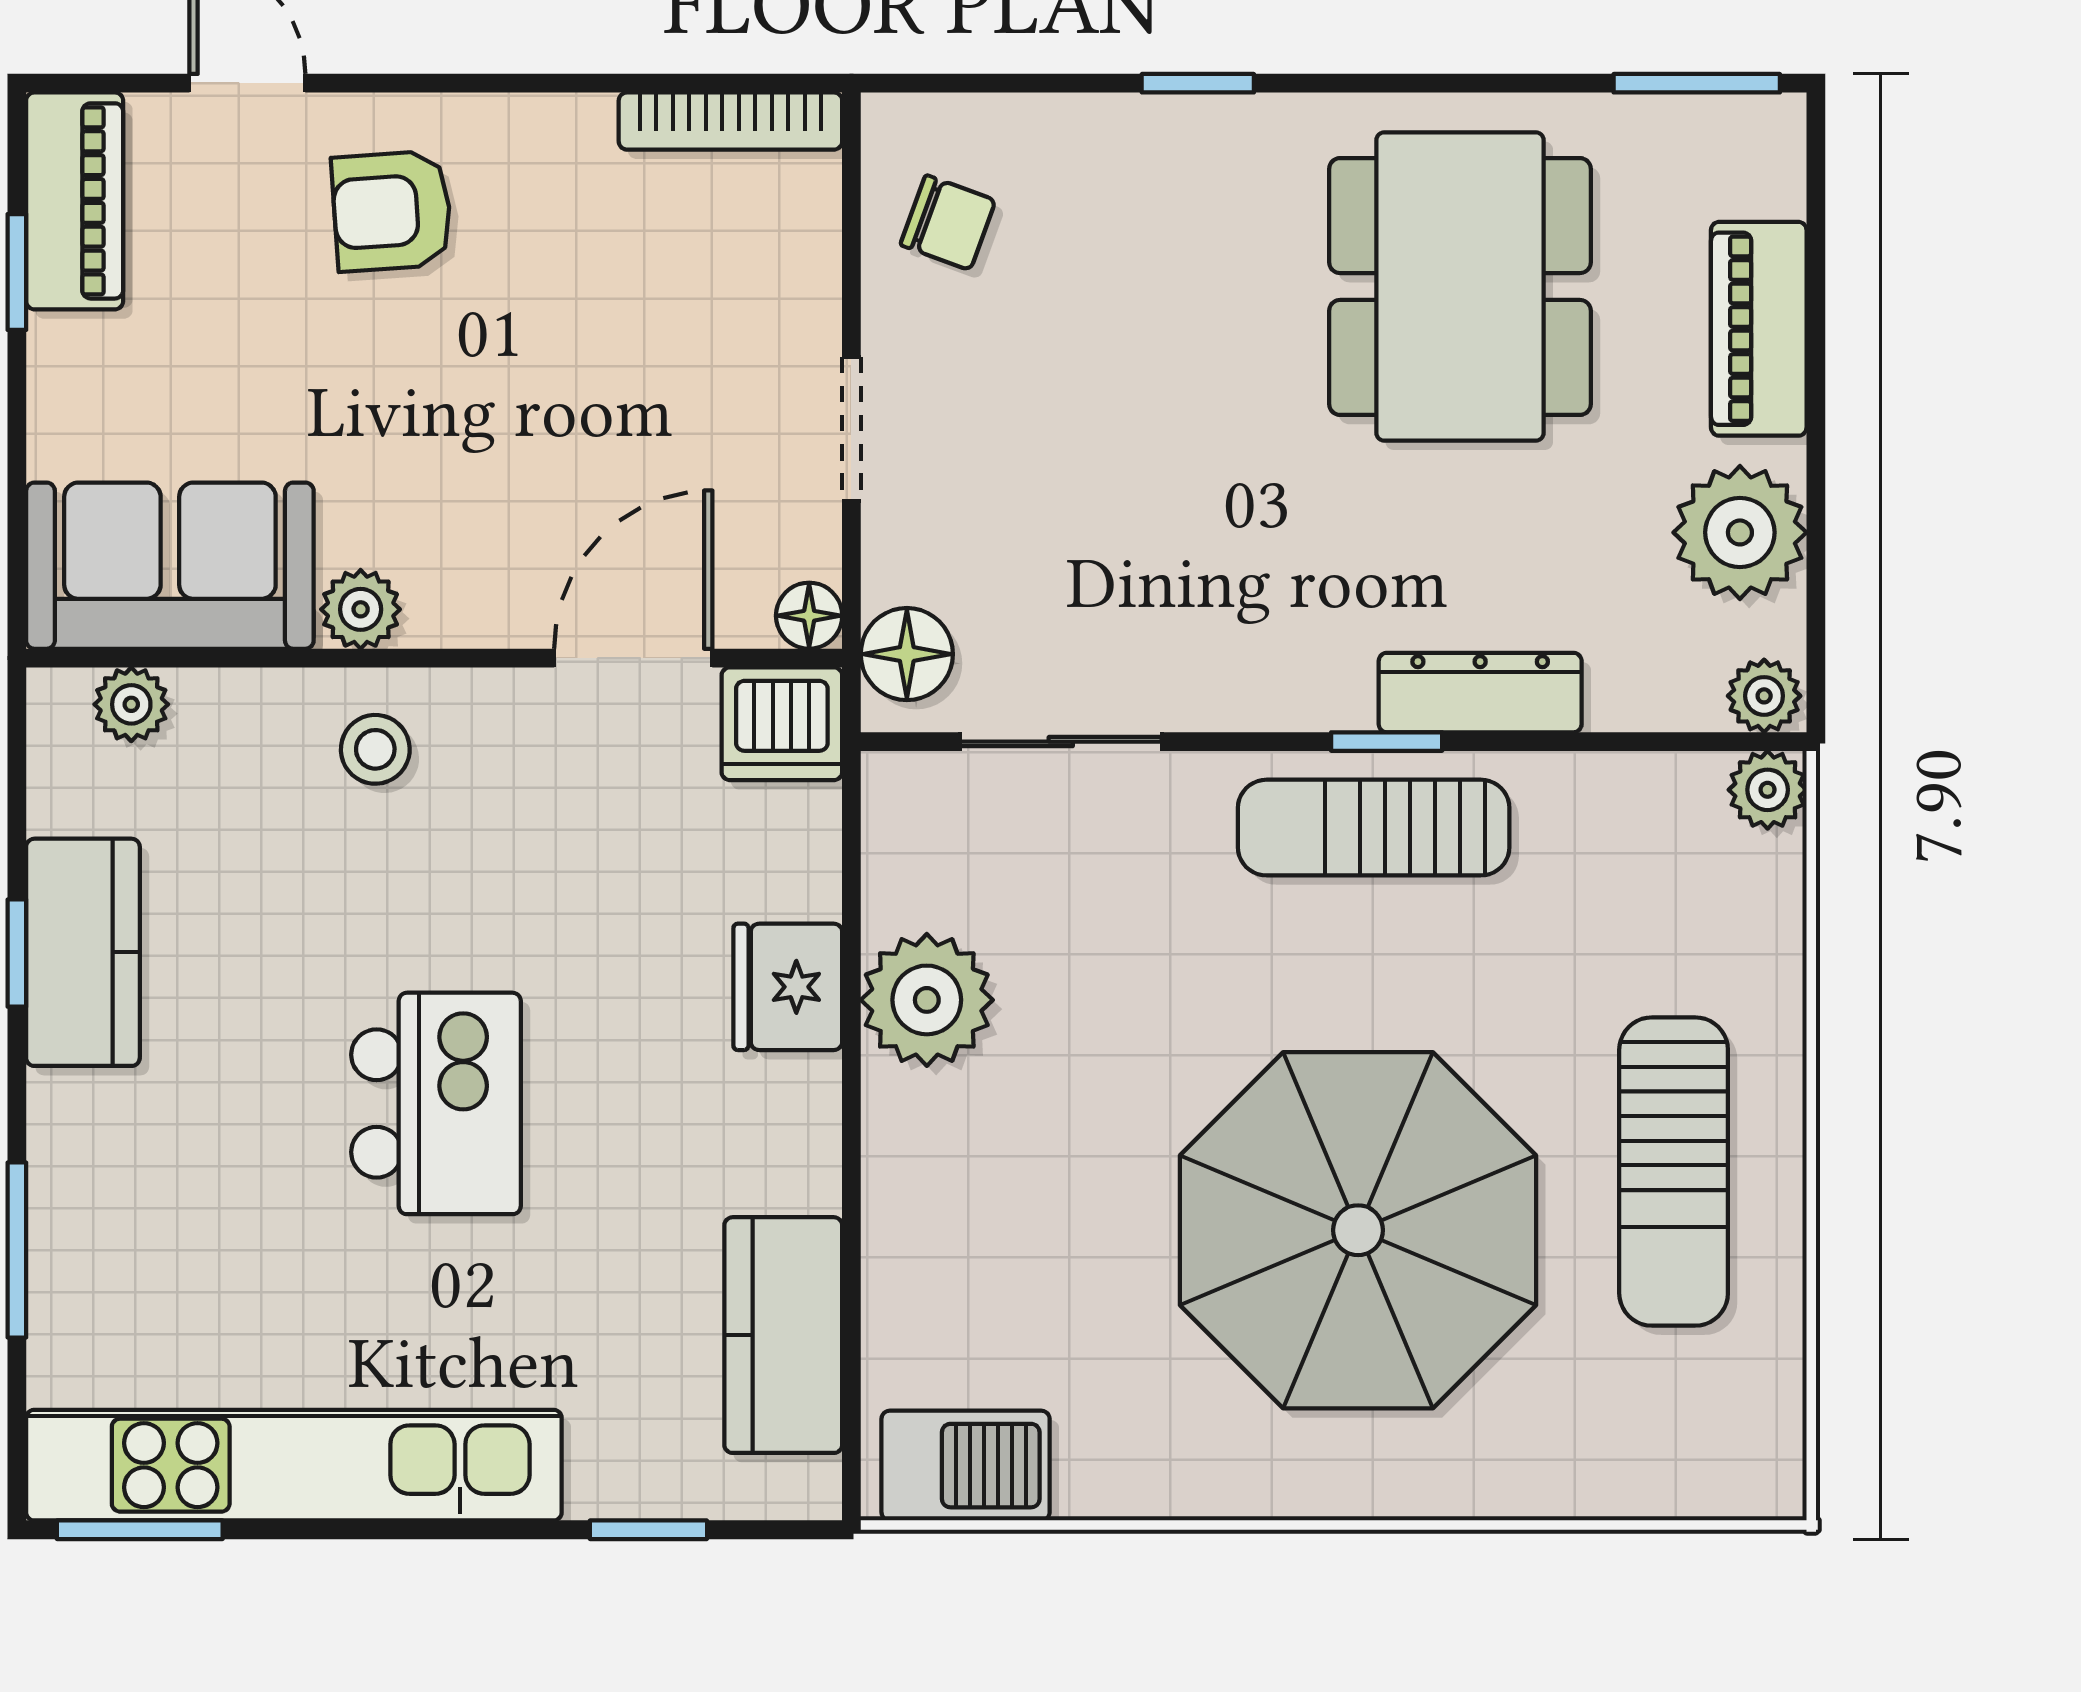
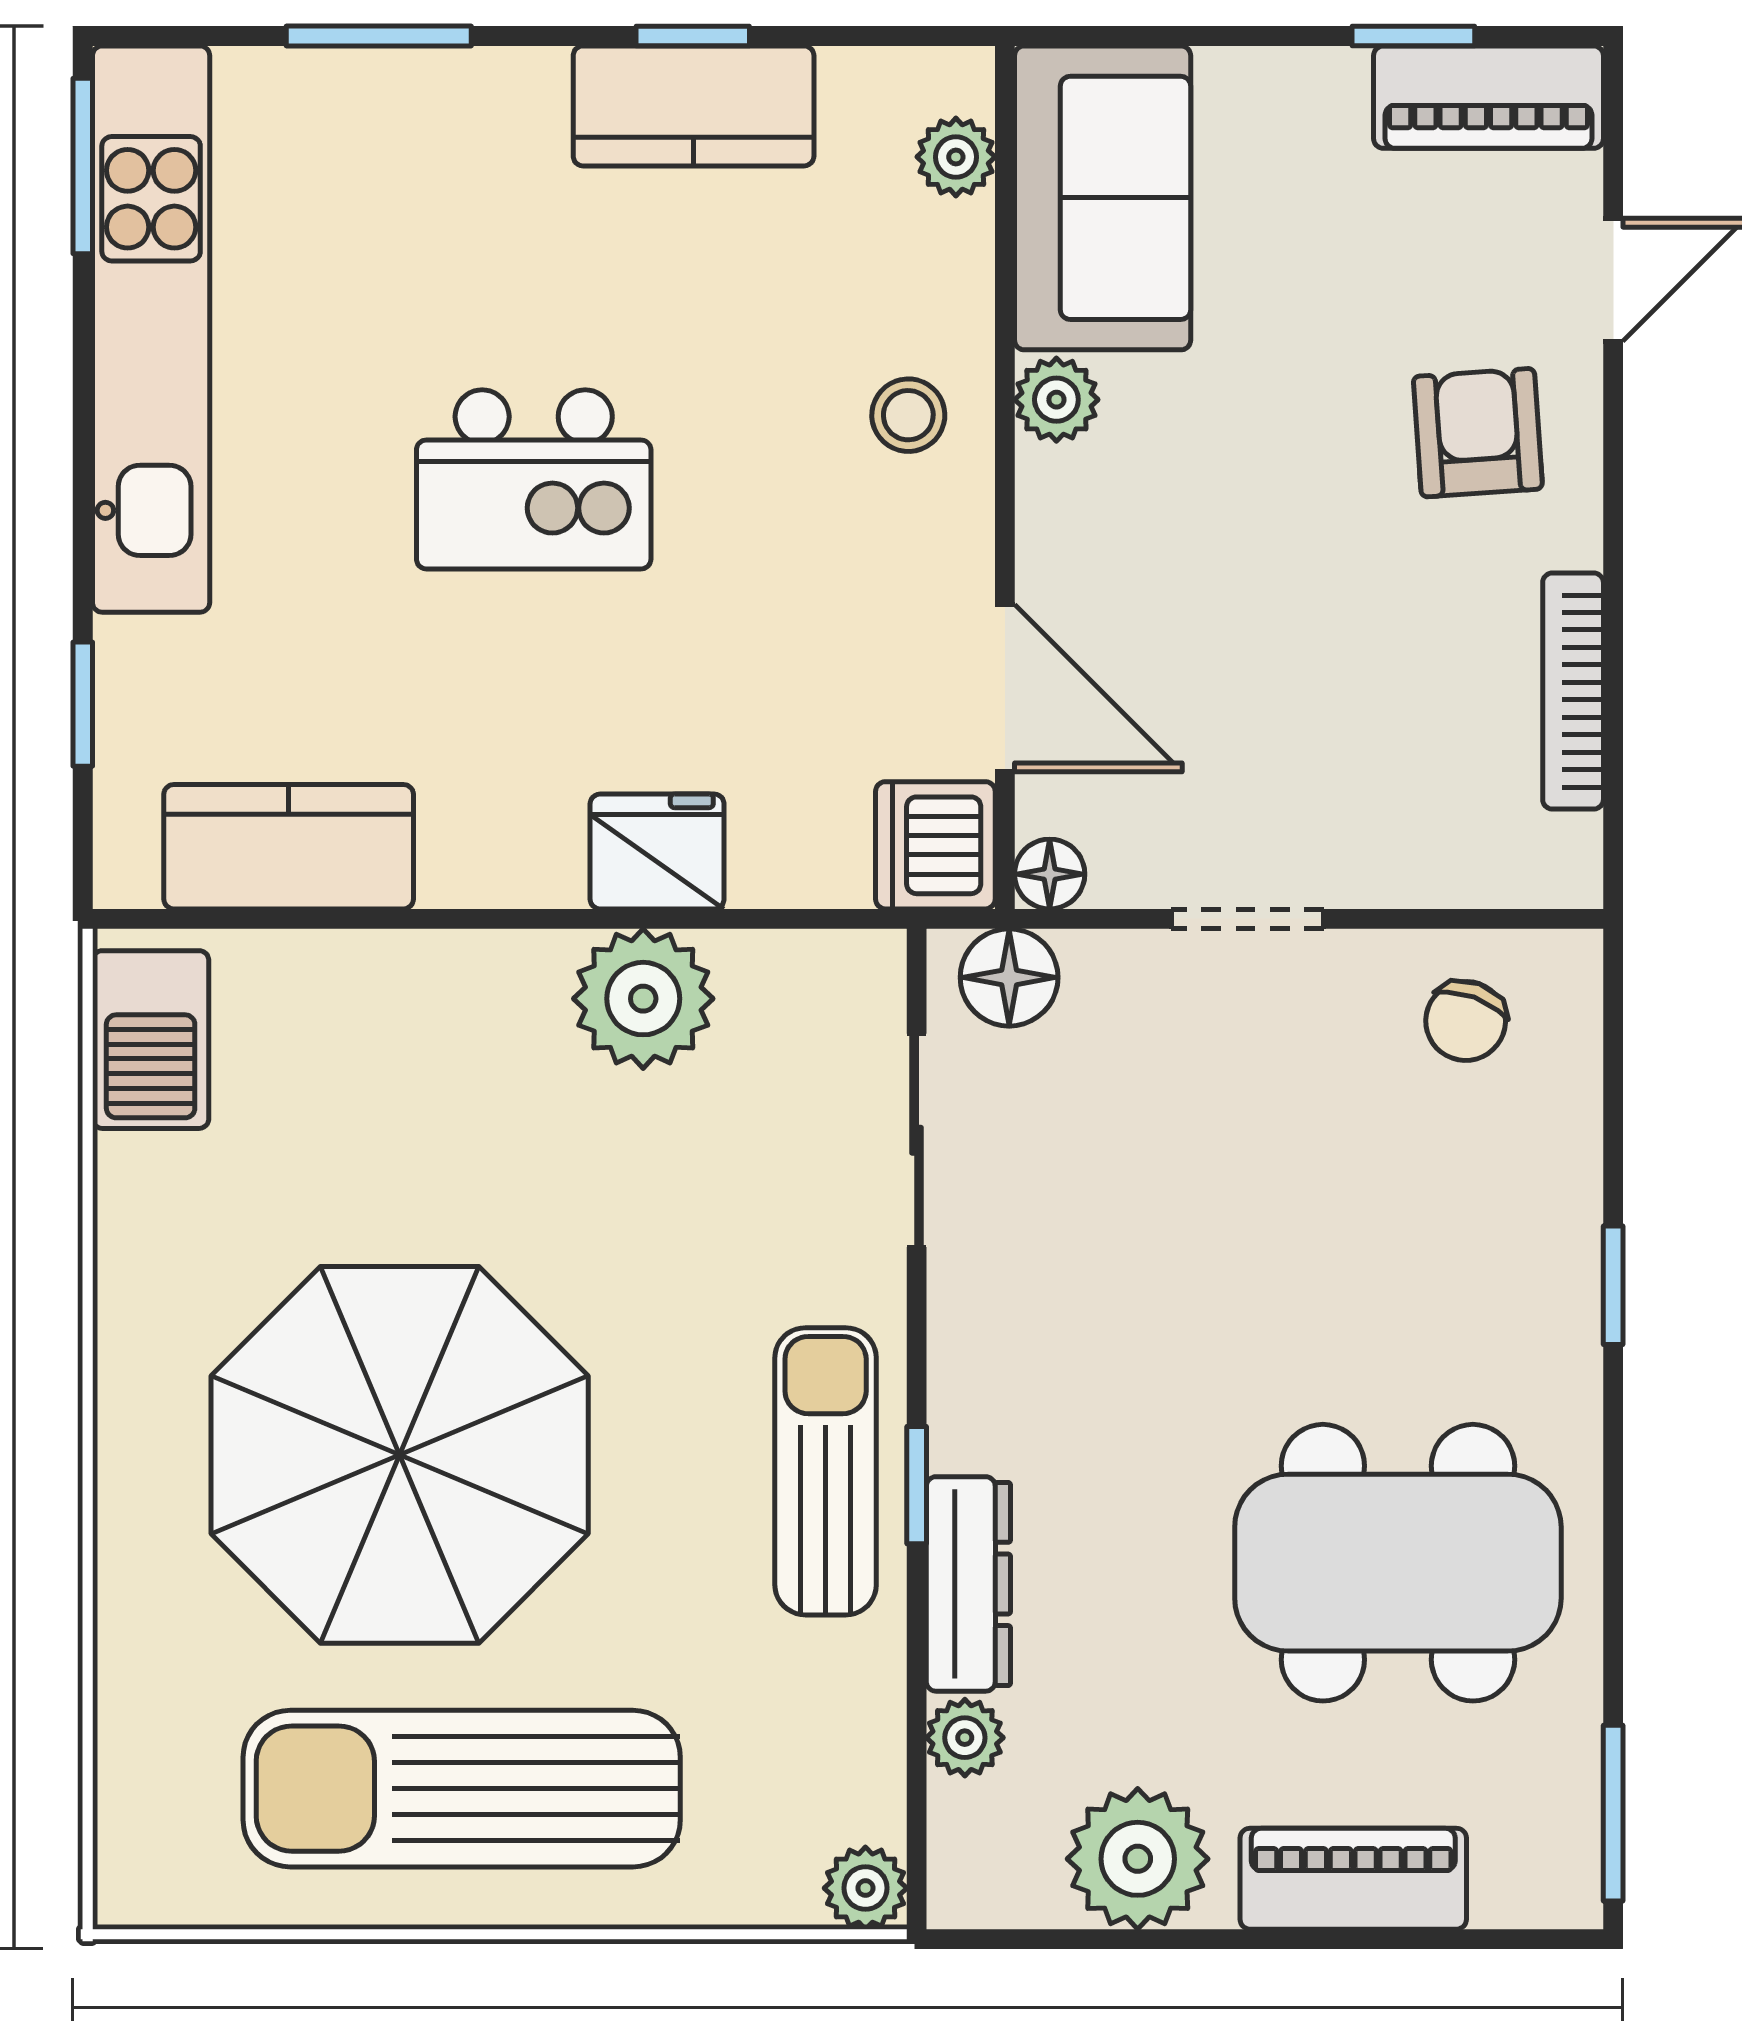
bookcase: (730, 121) -> (1573, 691), moved
plant: (1764, 696) -> (965, 1738), moved
sun lounger: (1674, 1172) -> (462, 1789), width x1.36, depth x1.34

